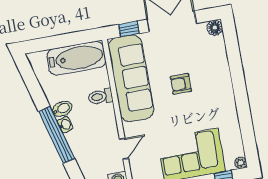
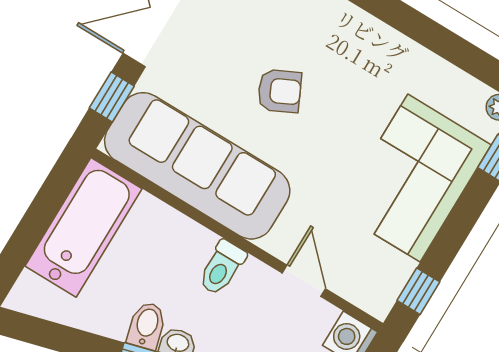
armchair: (181, 84) -> (280, 91), turned -116
toilet: (100, 97) -> (222, 268), moved

